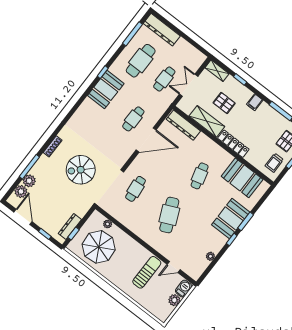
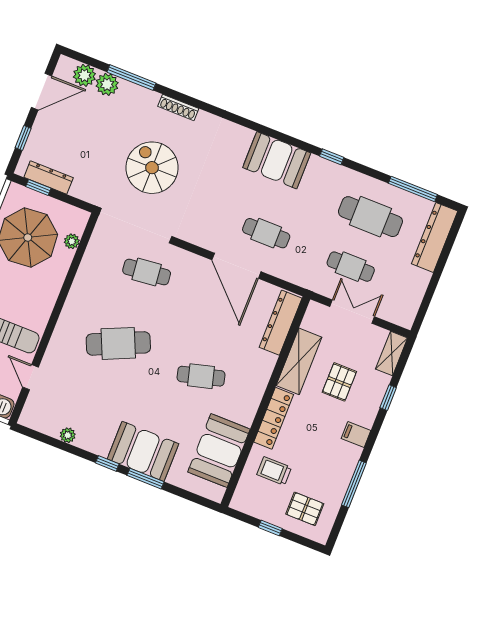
booth: (106, 90) -> (277, 160), moved
trolley: (274, 163) -> (274, 471), moved

